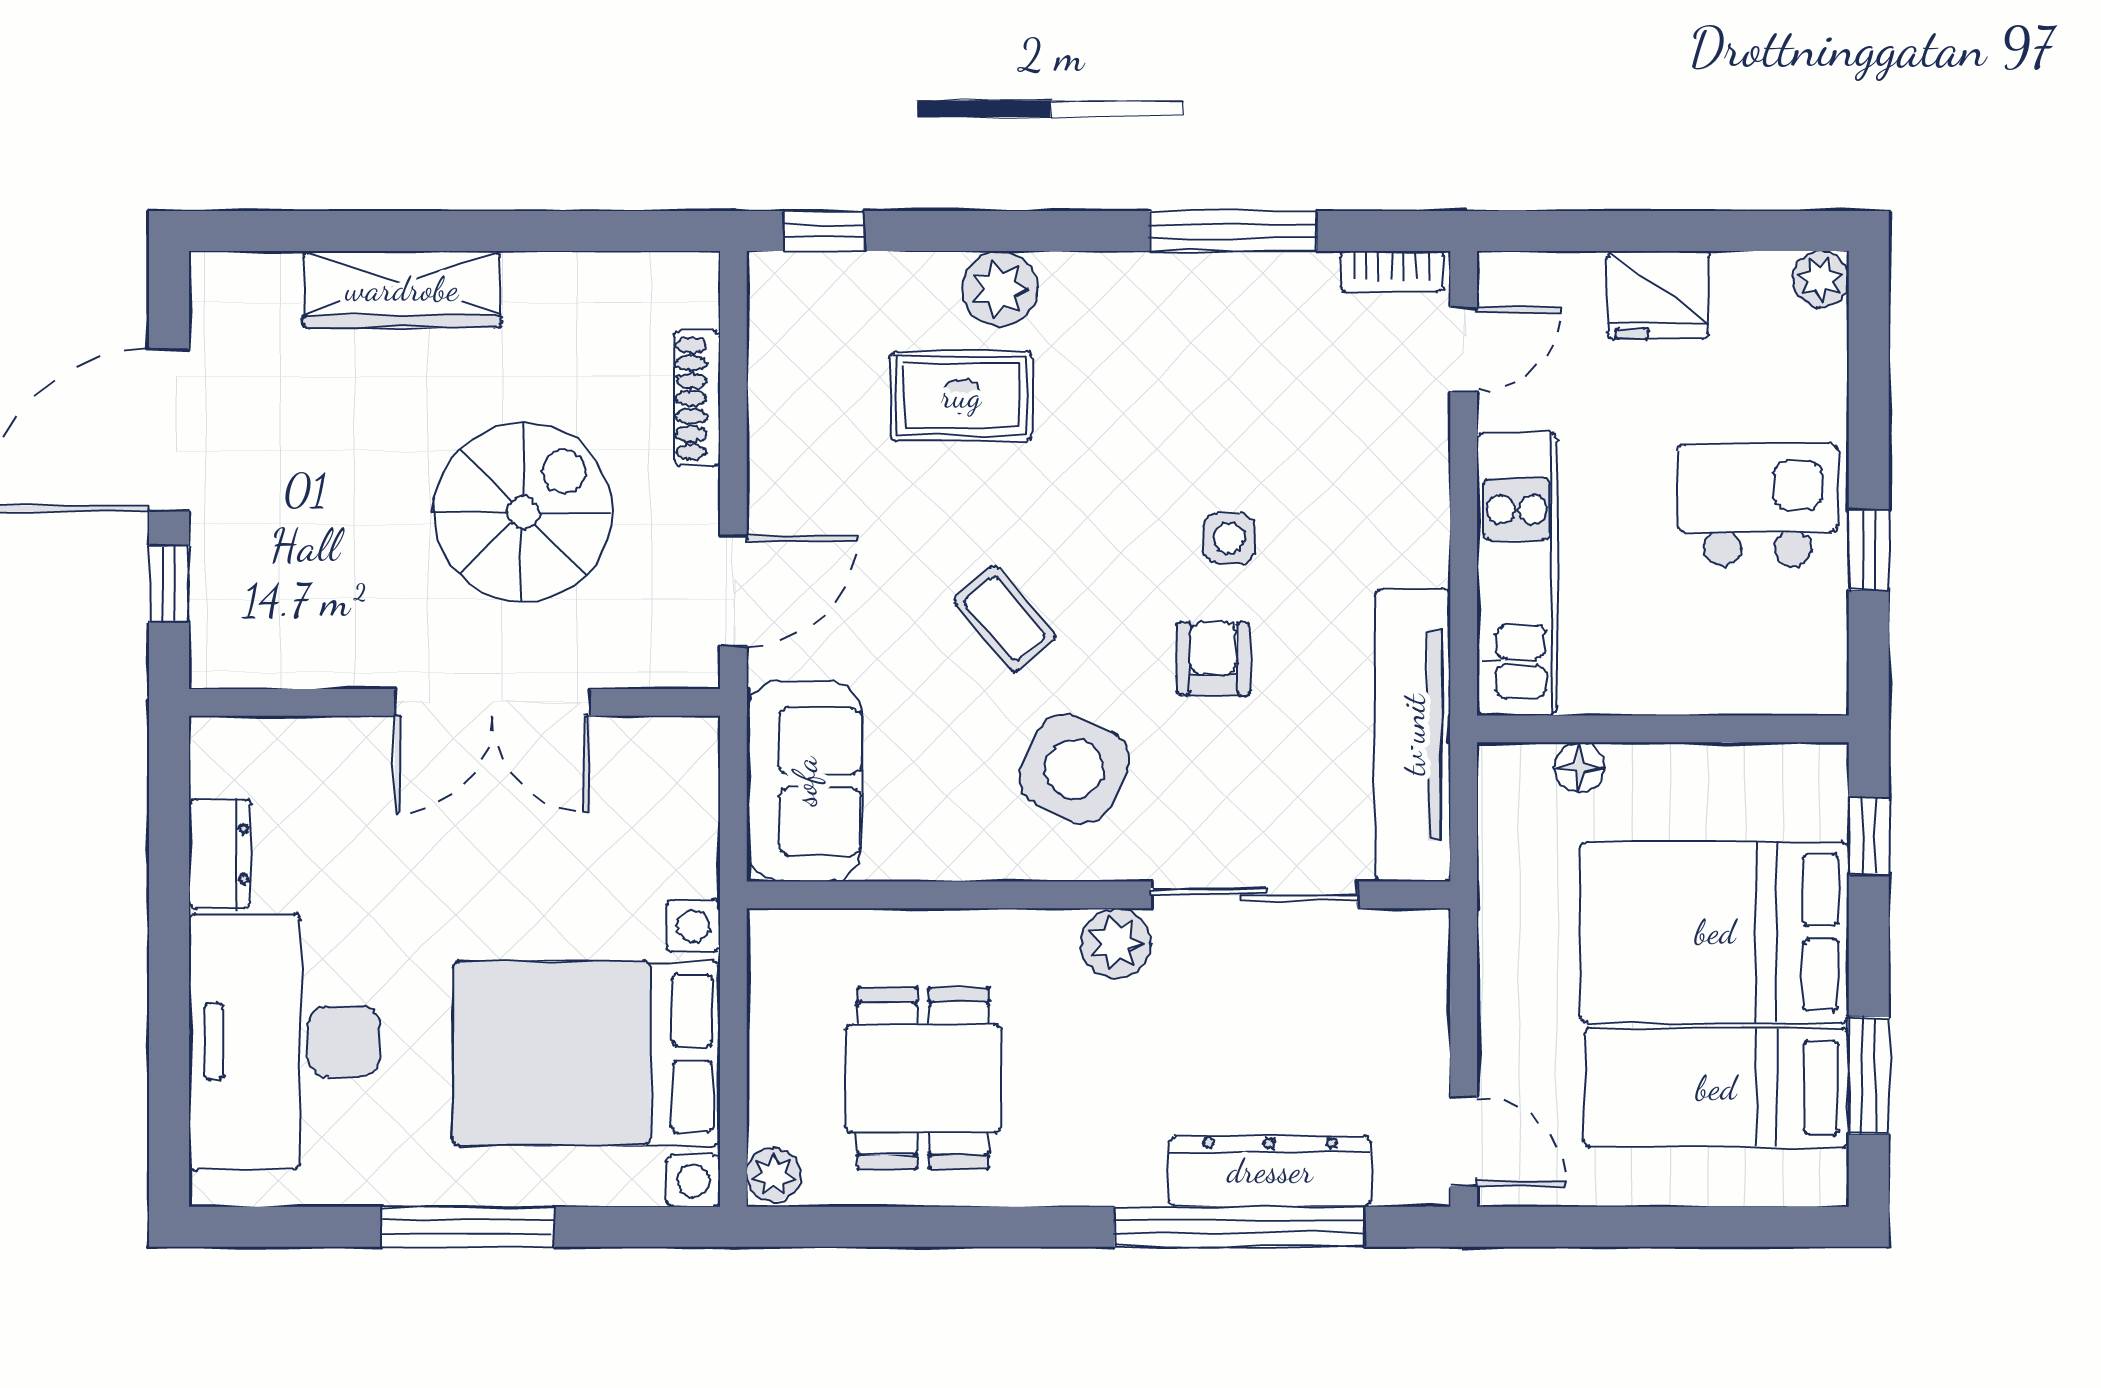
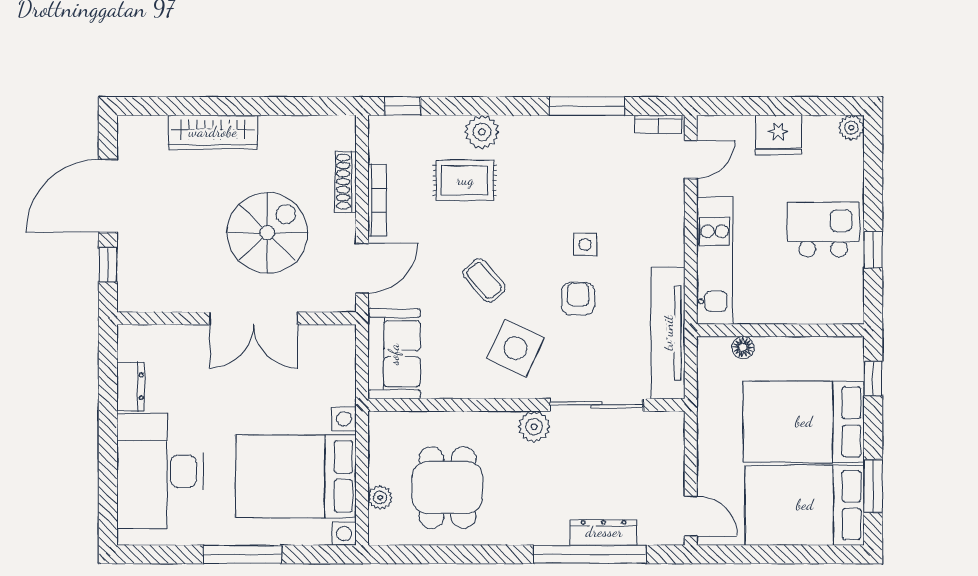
bookcase: (767, 440) -> (377, 200), added
bed: (1716, 1088) -> (805, 505), width x1.50
dresser: (1270, 1171) -> (604, 532), width x0.73, depth x0.80
plant: (774, 1174) -> (380, 498), moved

